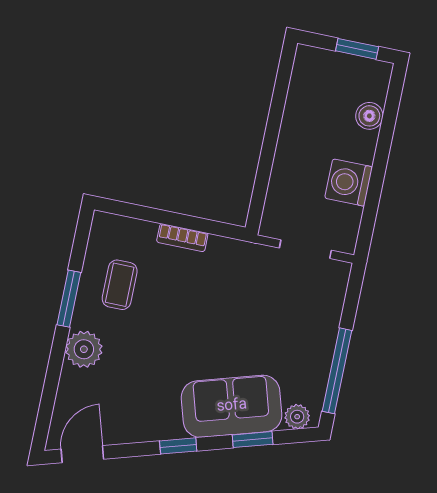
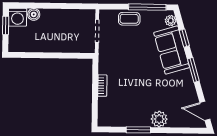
washing machine: (349, 183) -> (18, 17), moved
coffee table: (120, 285) -> (129, 19), moved
window: (178, 446) -> (193, 70), width x1.50

